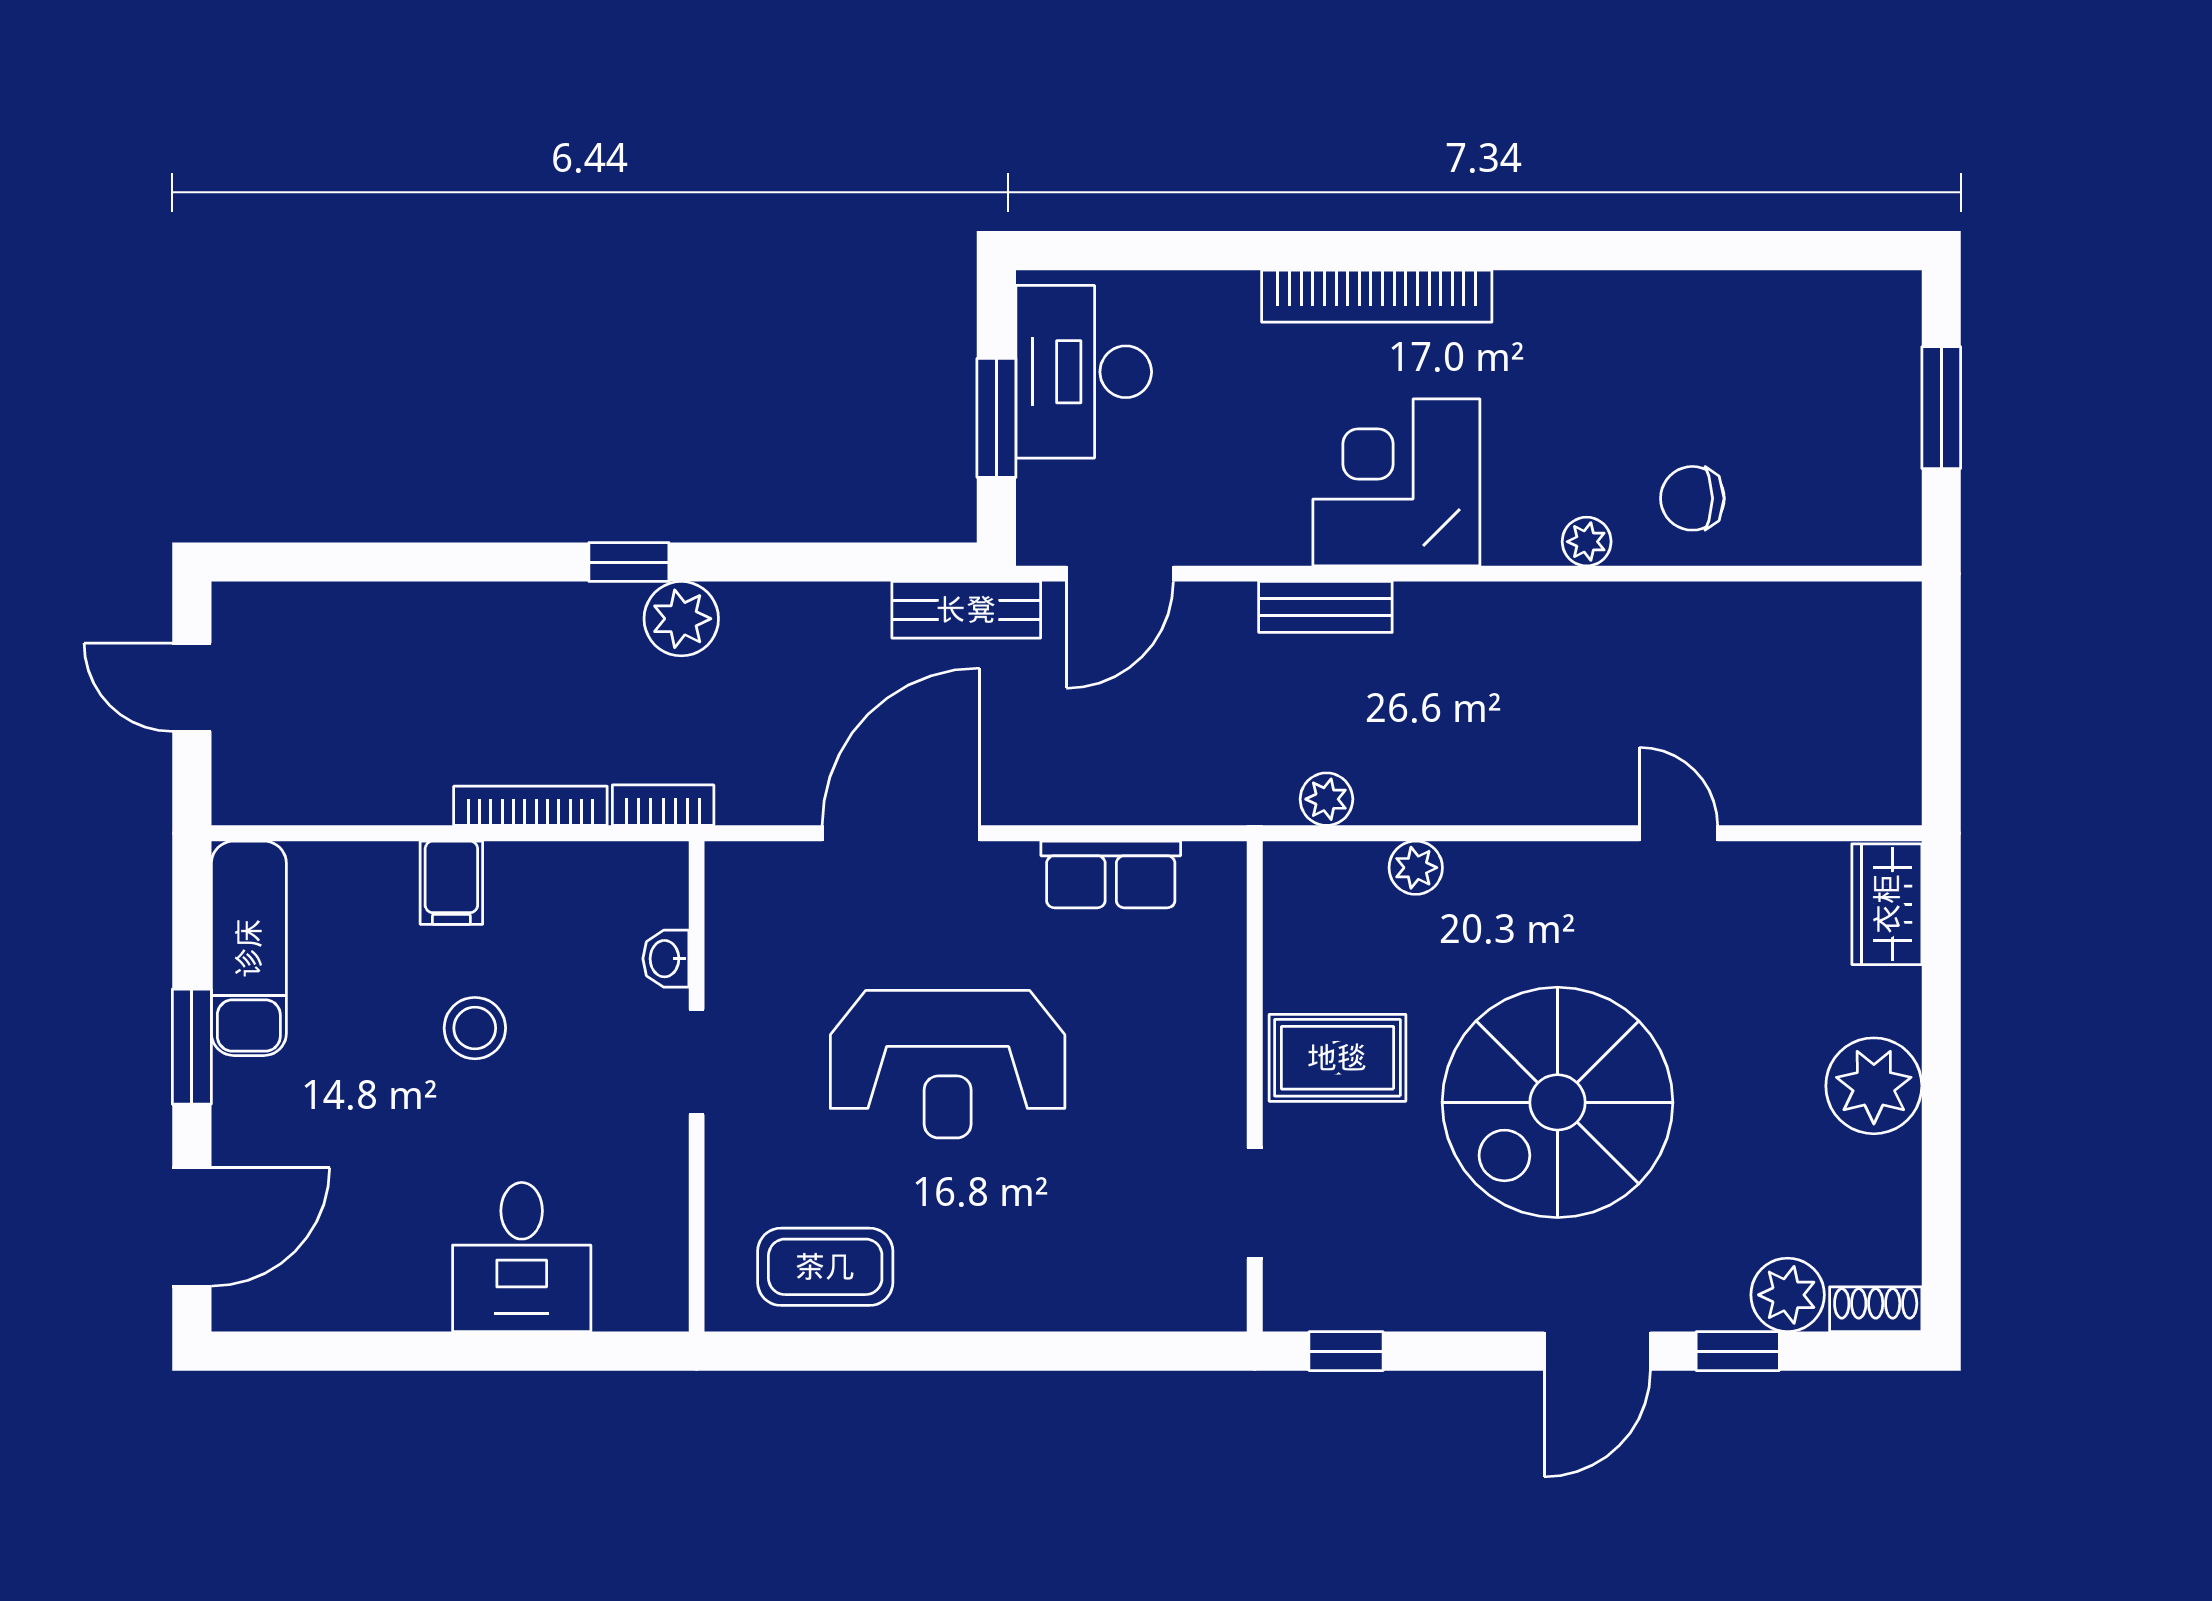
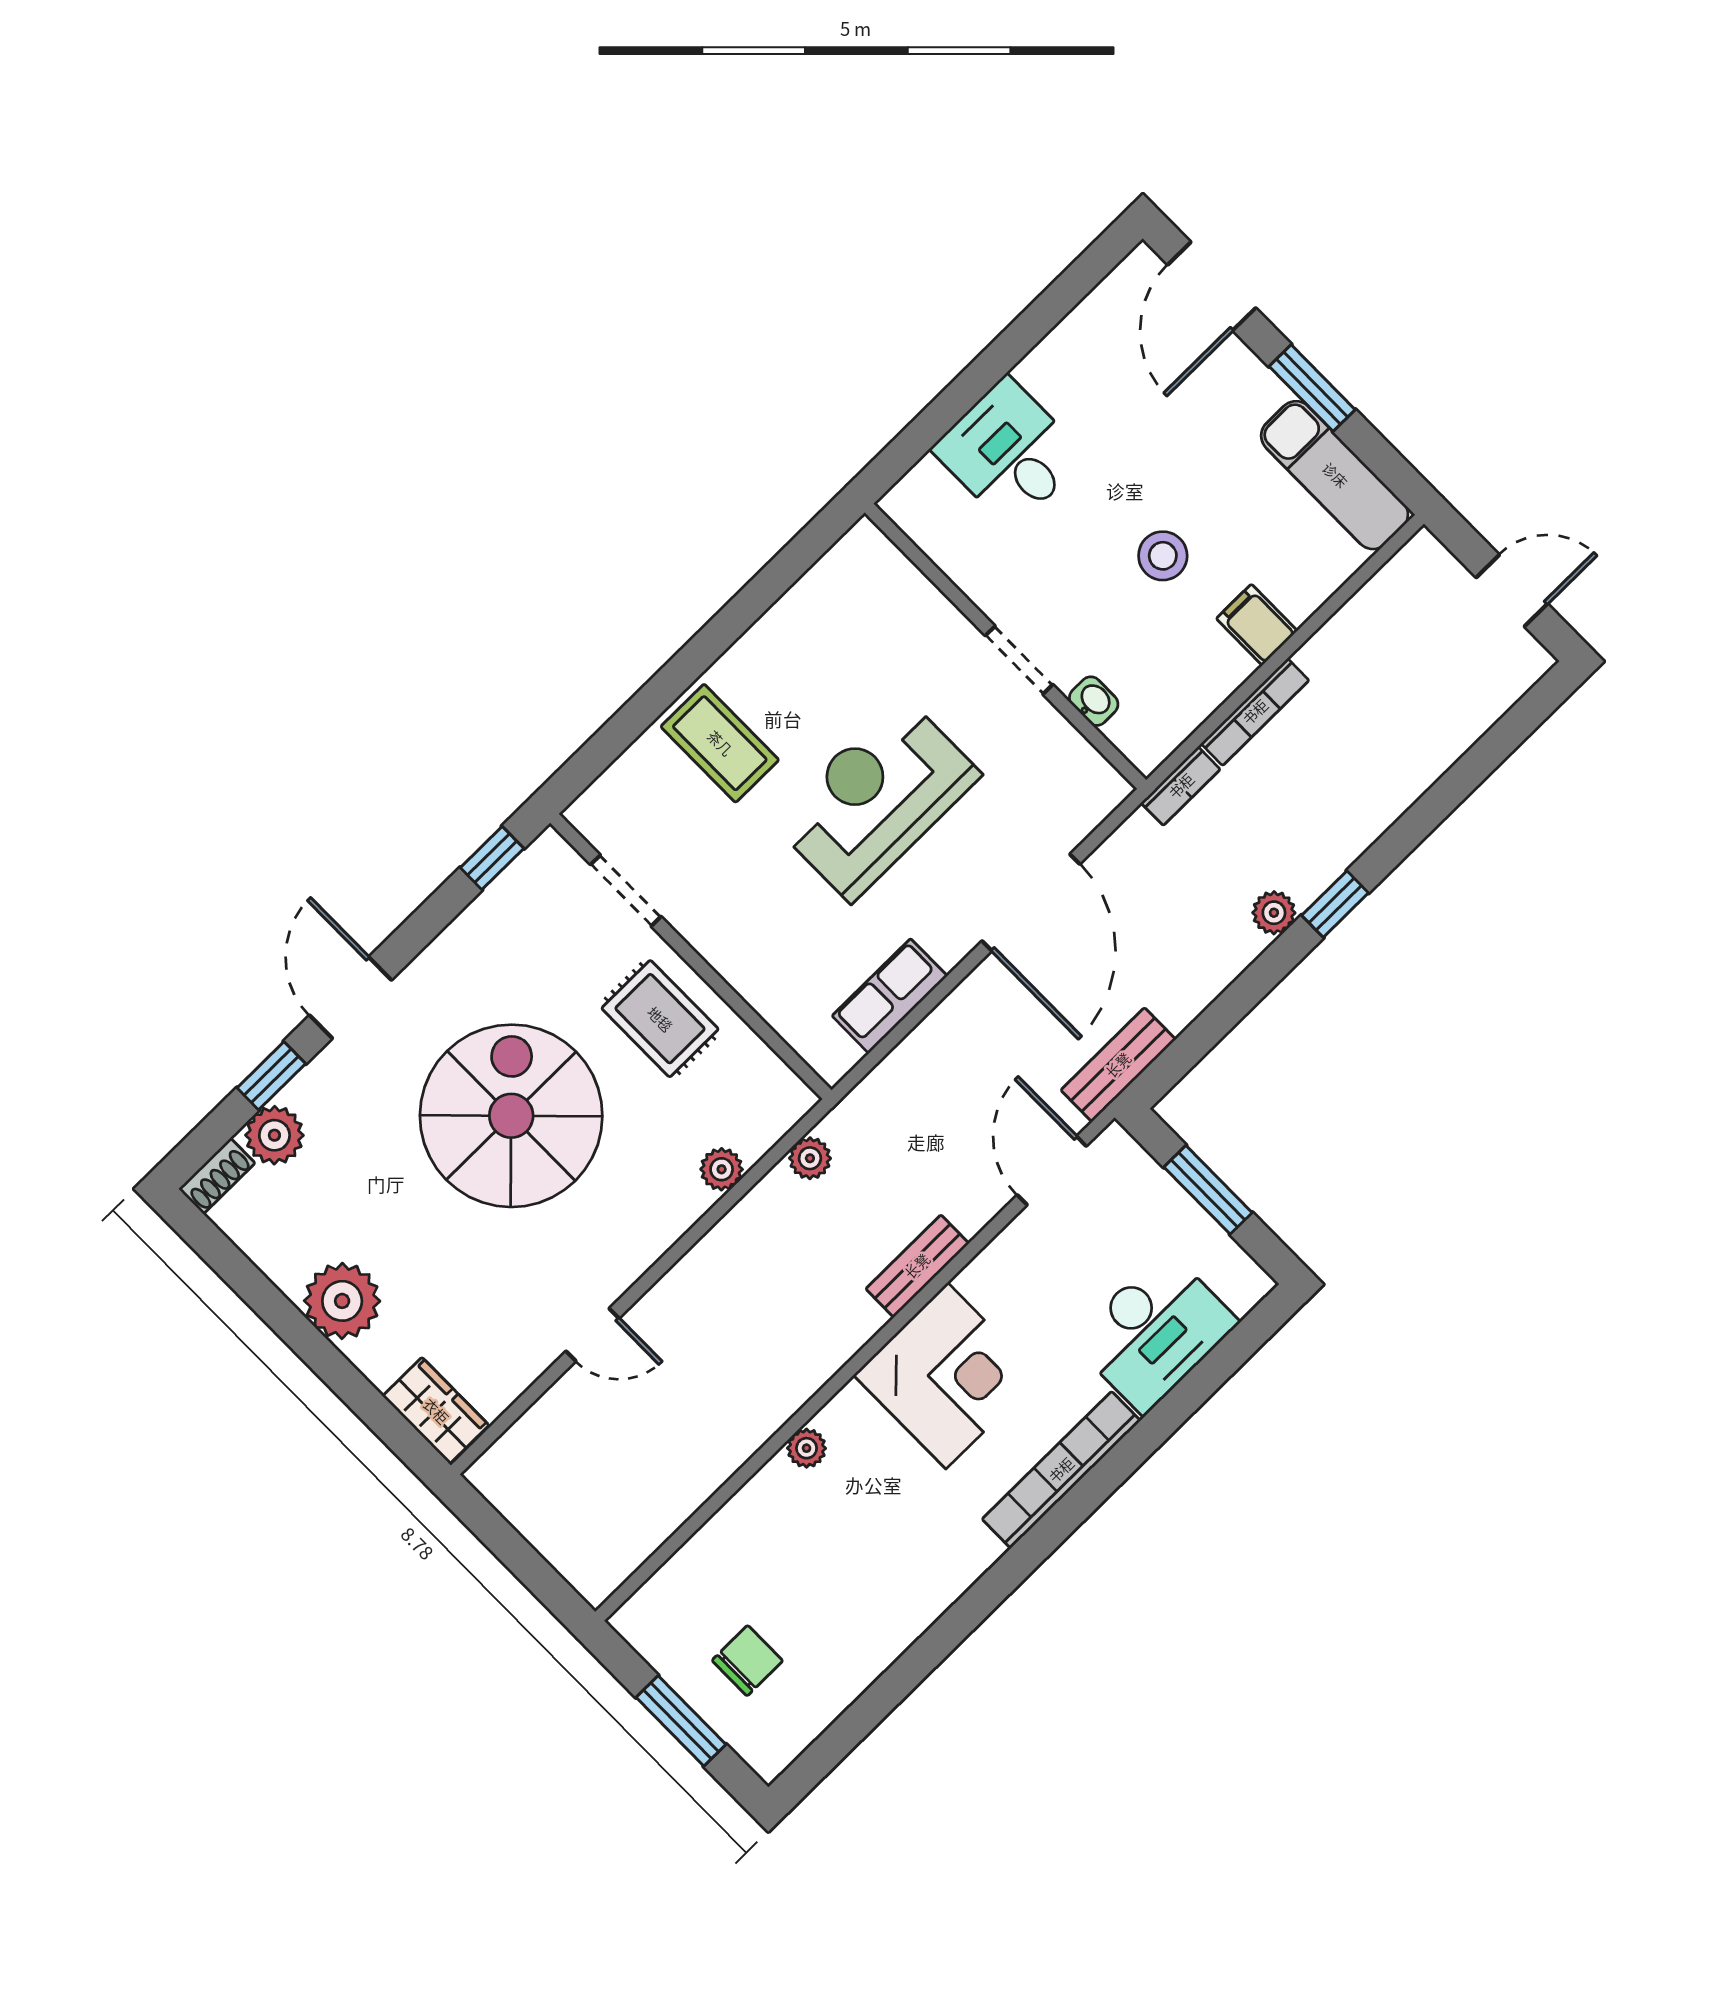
desk: (1084, 372) -> (1154, 1332), moved, turned 90
chair: (1692, 498) -> (747, 1661), moved
plant: (681, 619) -> (1274, 913), width x0.73, depth x0.73
rug: (1337, 1058) -> (660, 1019), turned 90
coffee table: (825, 1267) -> (720, 743), moved, turned 90

